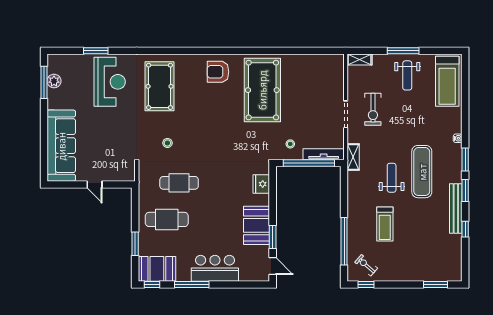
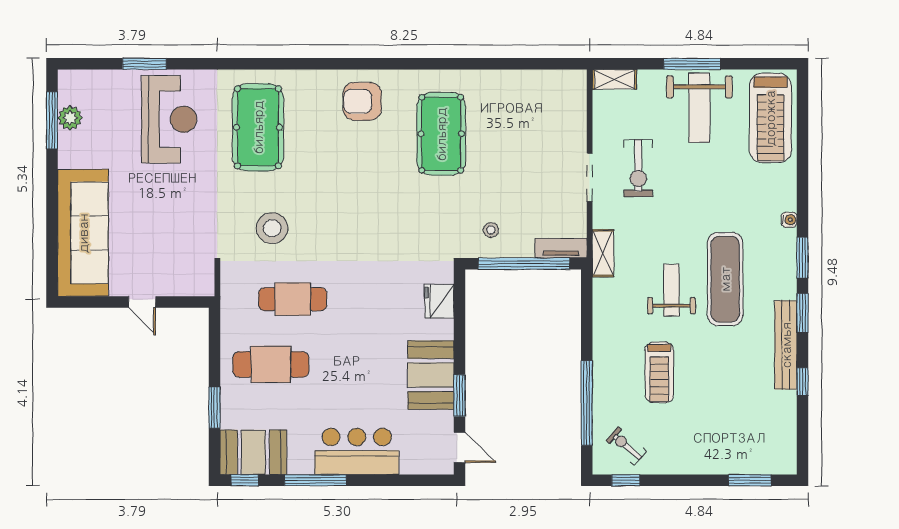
weight bench: (407, 75) -> (699, 108), width x1.36, depth x1.33
pool table: (262, 90) -> (441, 134), width x0.73, depth x0.76
stool: (167, 143) -> (272, 228), width x1.89, depth x1.89
tv unit: (324, 154) -> (561, 248), width x0.71

